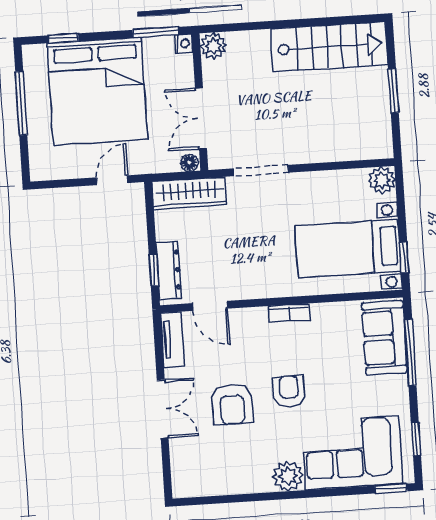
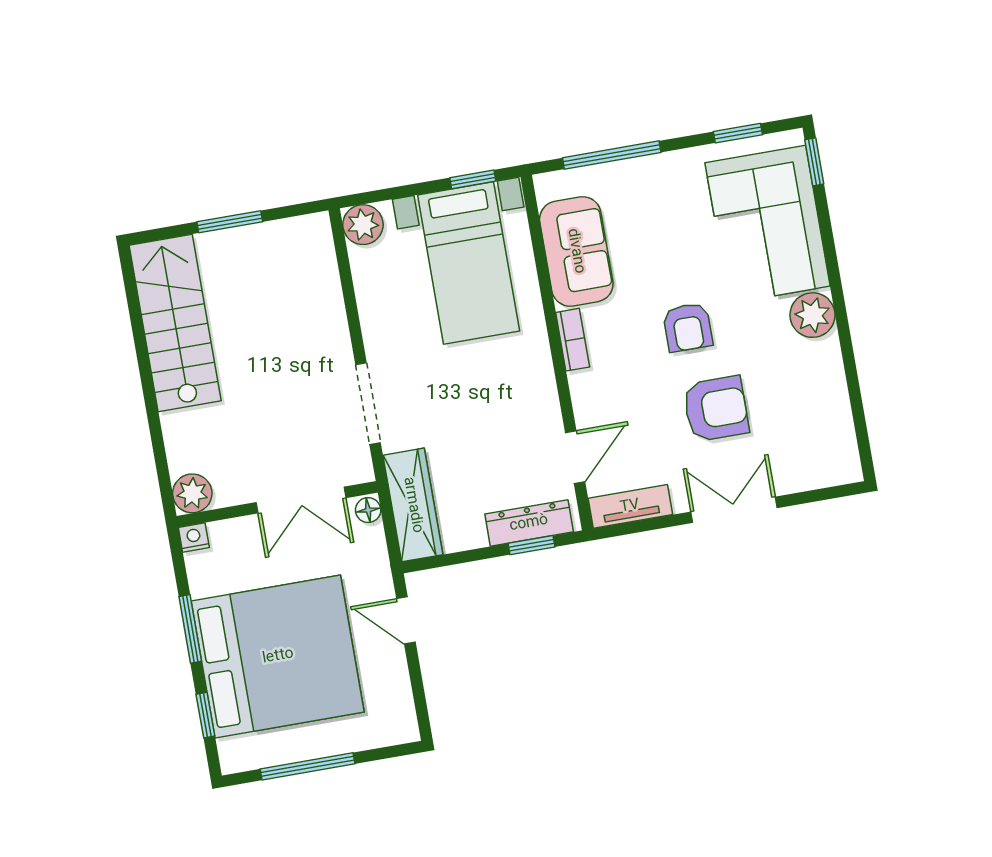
window: (156, 32) -> (190, 629), moved
sofa: (385, 338) -> (576, 251), moved, turned -90
armchair: (289, 391) -> (688, 327), turned -90

